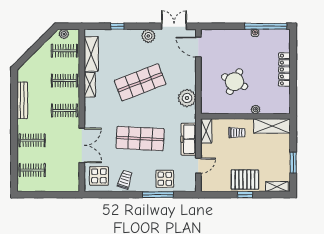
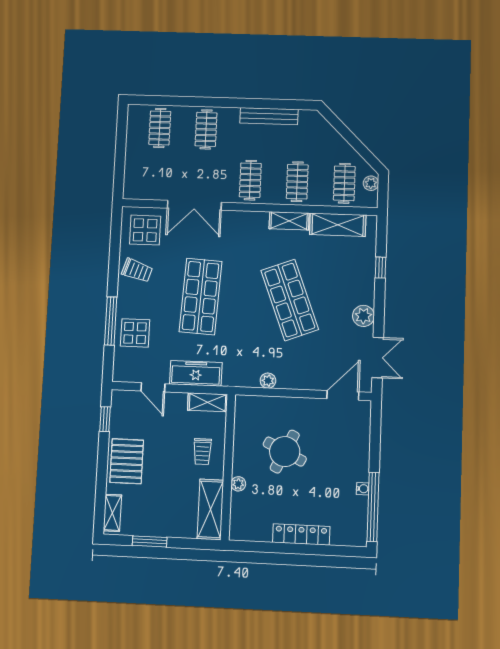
plant: (187, 98) -> (268, 381), width x0.53, depth x0.53
window: (245, 195) -> (105, 419), moved

